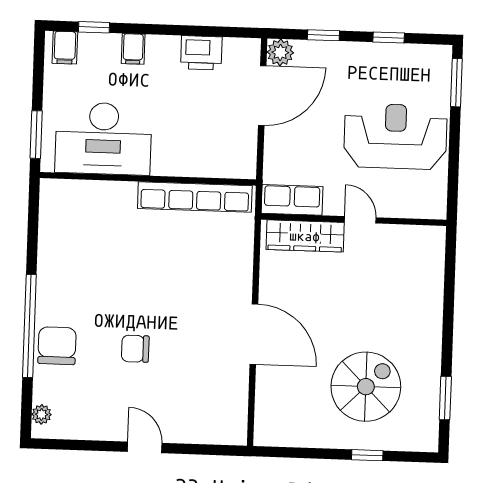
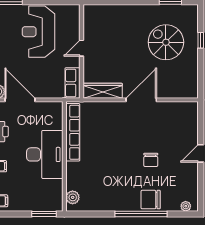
desk: (103, 139) -> (45, 154), moved
plant: (67, 192) -> (73, 197), added
wardrobe: (305, 236) -> (103, 91), moved, turned -90

